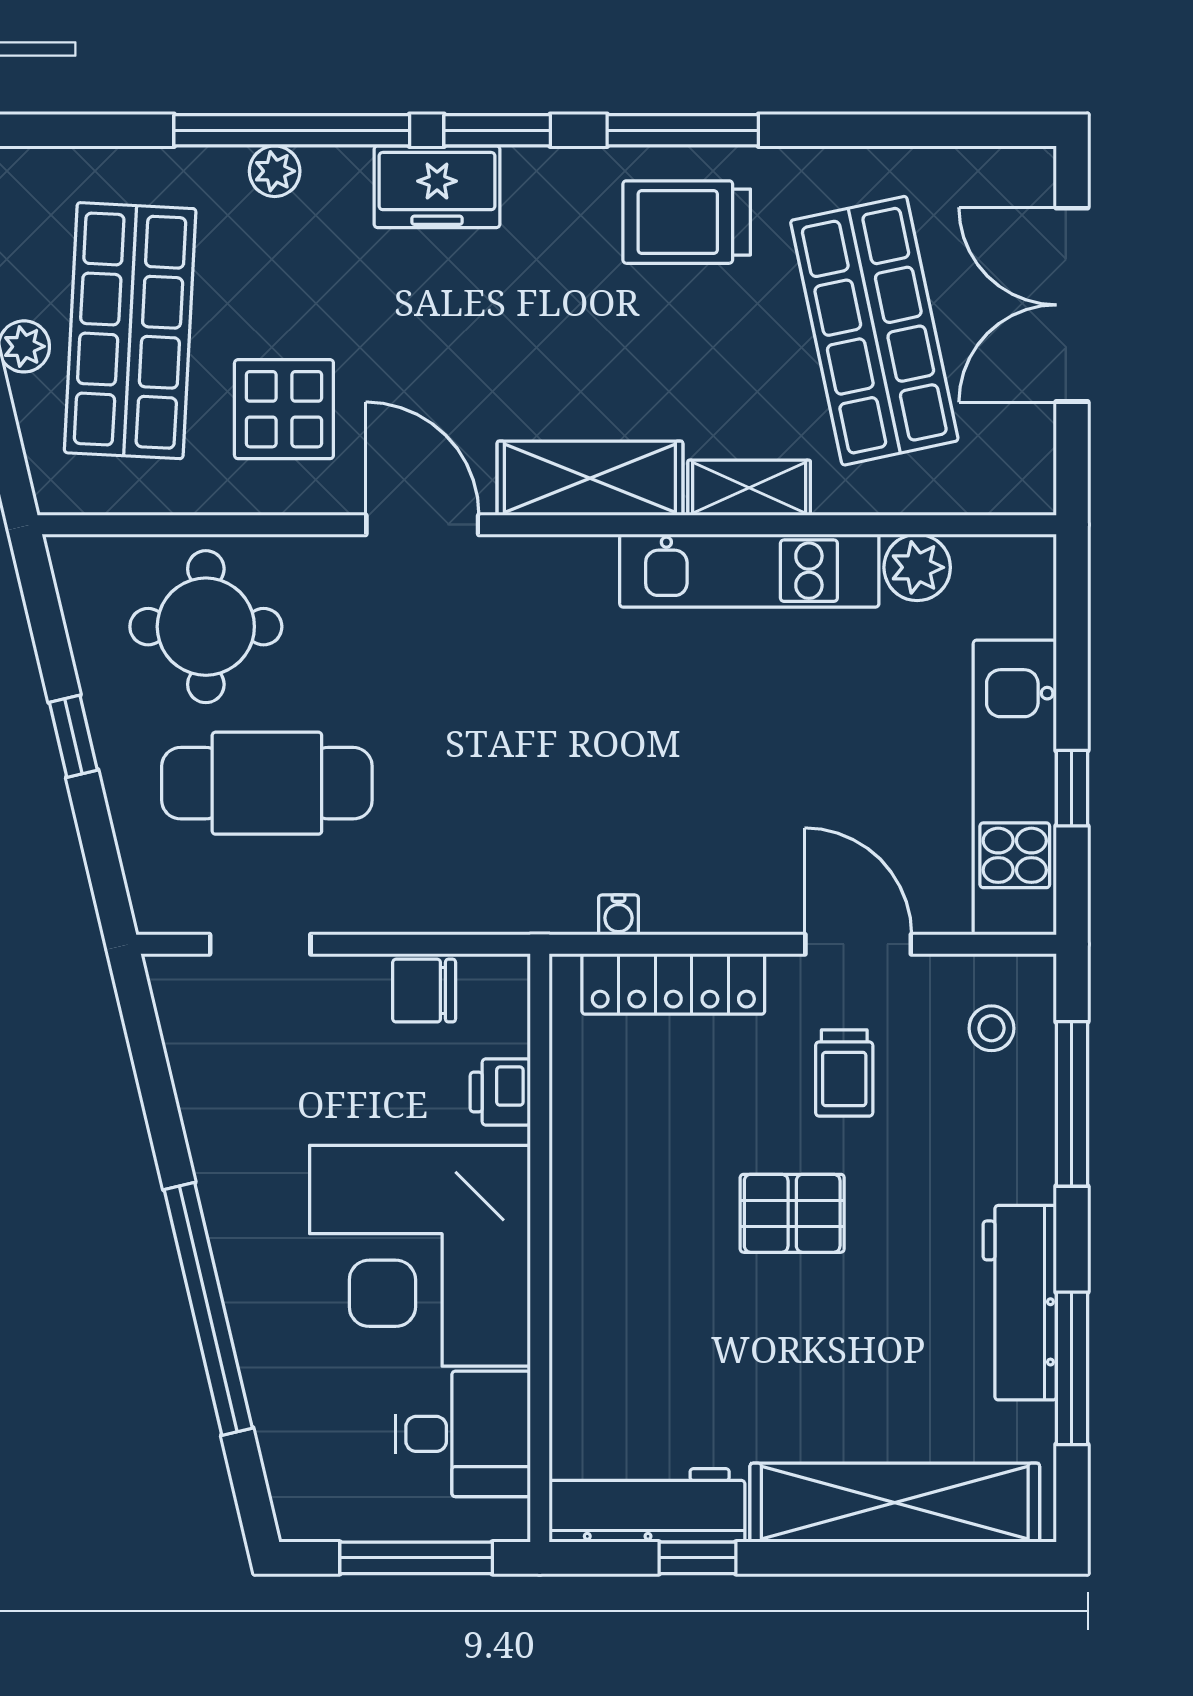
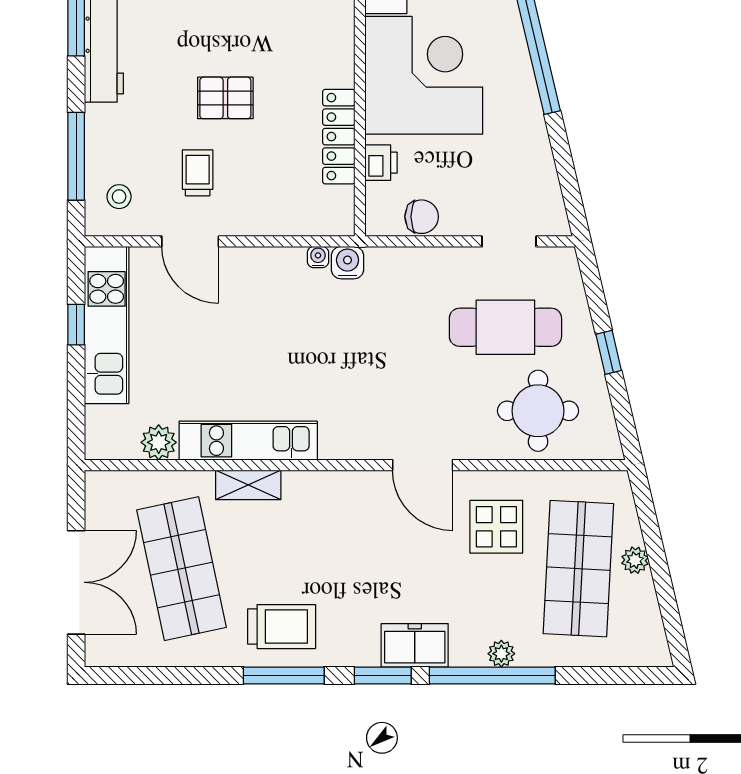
shelving: (590, 478) -> (333, 490), removed
water cooler: (563, 904) -> (347, 263), added
locker: (673, 984) -> (339, 137), moved, turned -90

